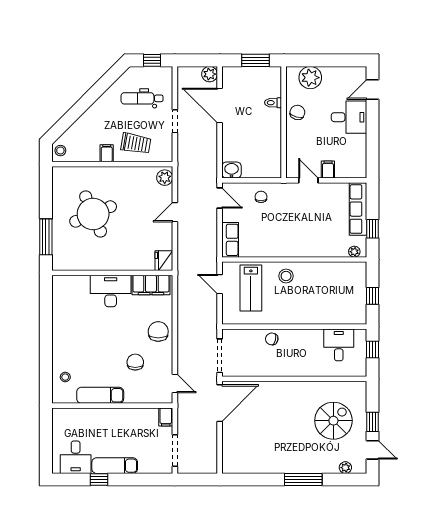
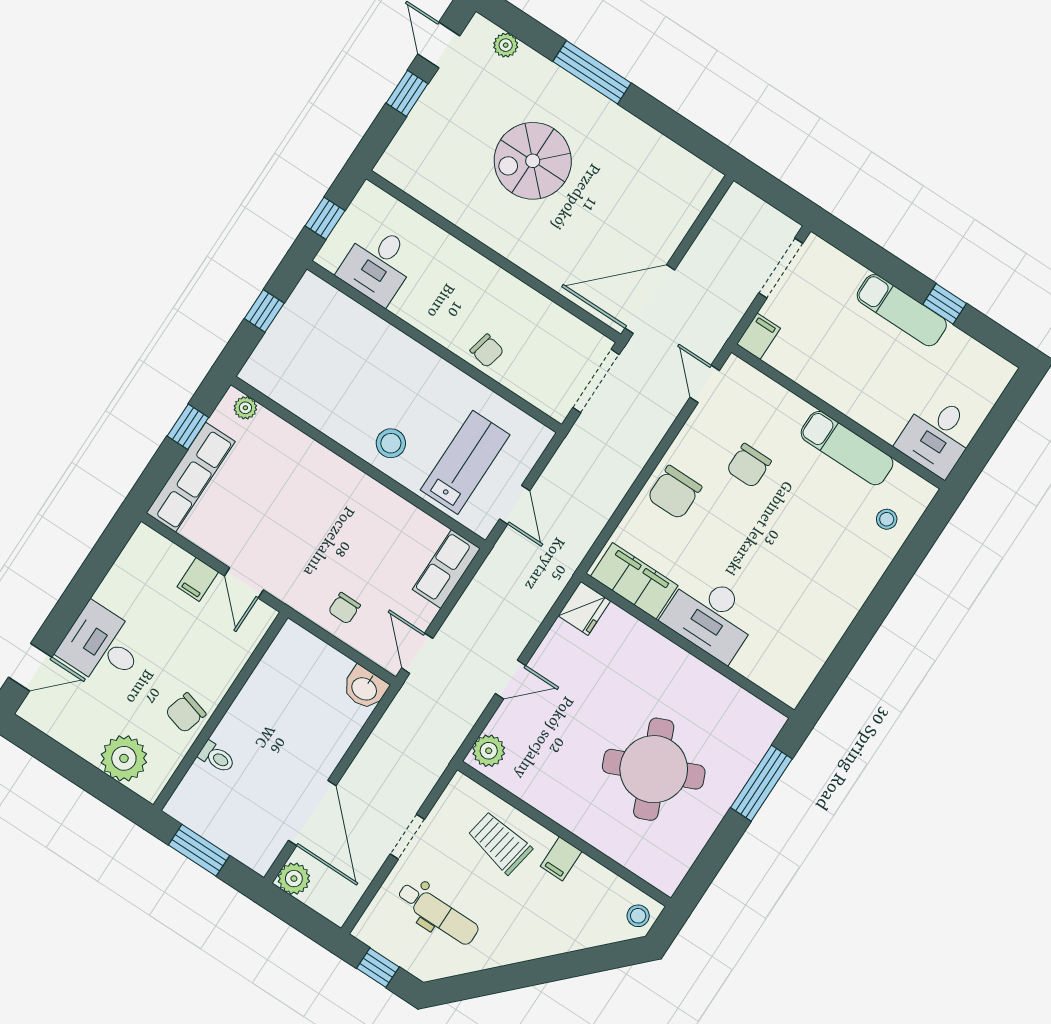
spiral stairs: (333, 421) -> (533, 161), moved
desk: (76, 457) -> (937, 436), moved, turned 180

